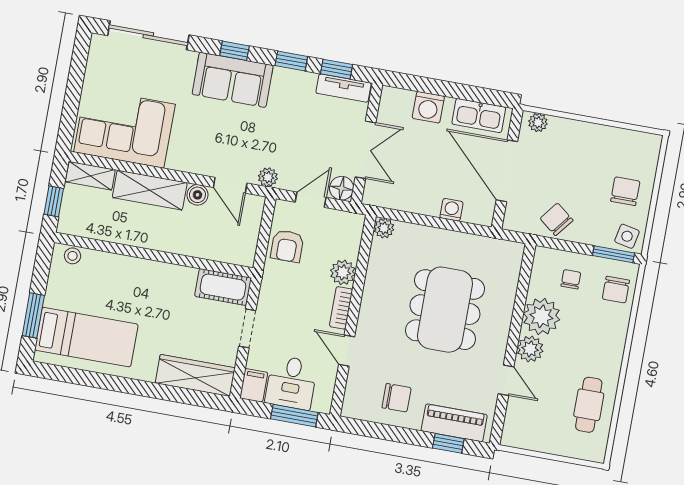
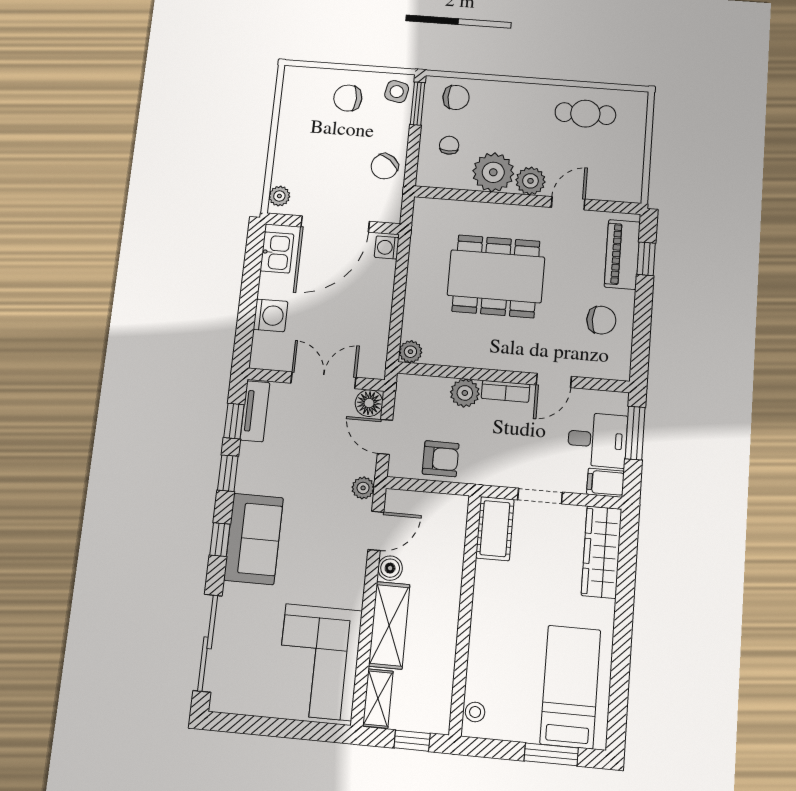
kitchen sink: (479, 116) -> (277, 252), width x0.73
washing machine: (451, 210) -> (387, 247), moved
chair: (571, 279) -> (449, 145), turned 90
chair: (397, 398) -> (601, 320), turned 90

